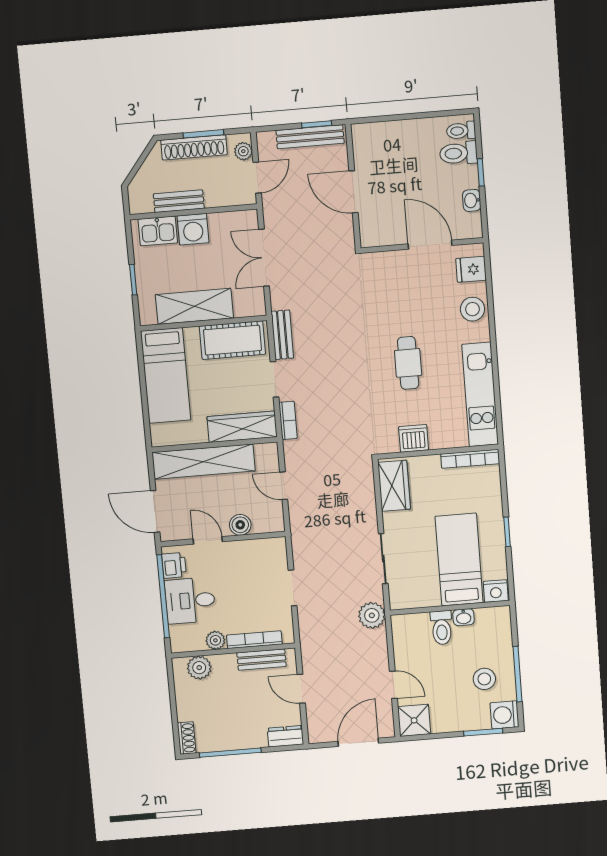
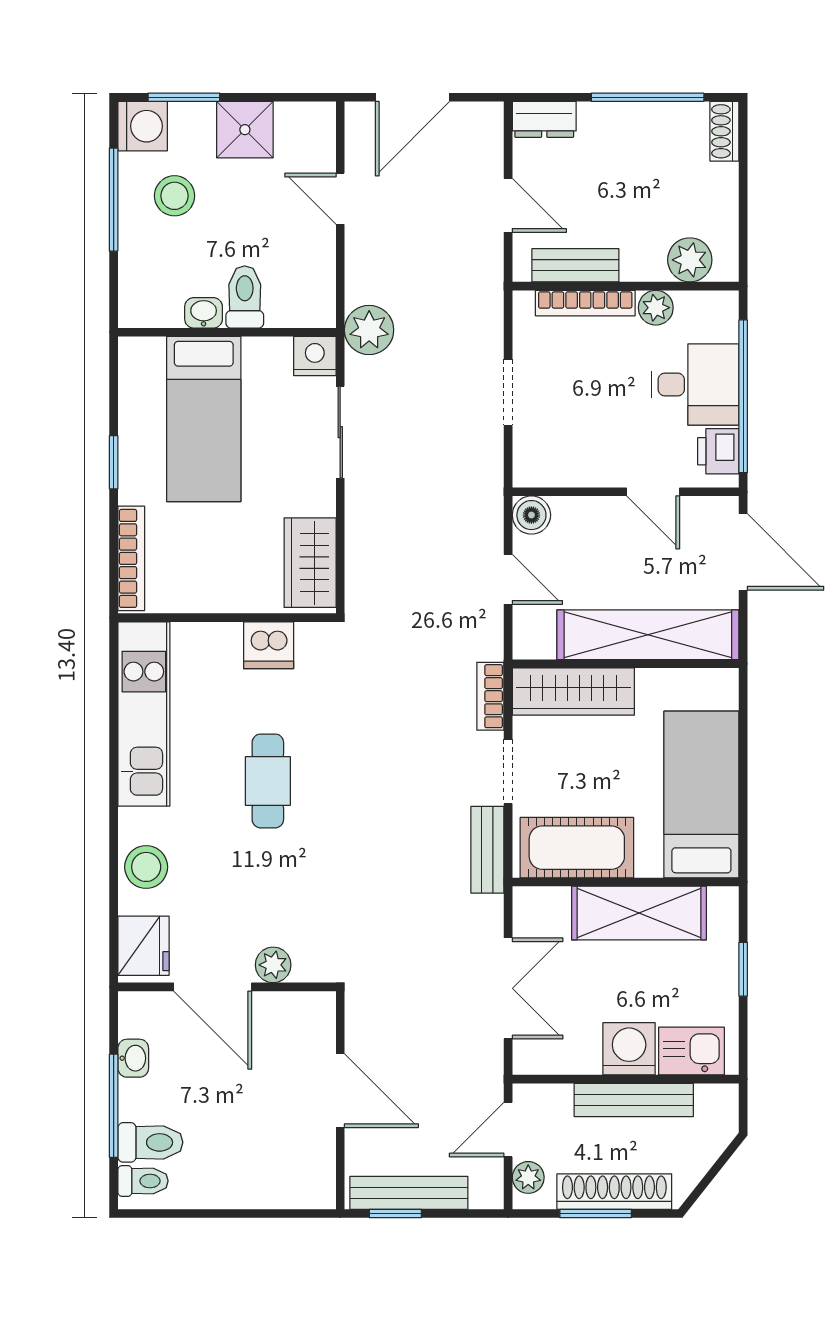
window: (481, 172) -> (114, 1106), width x2.17
bench: (179, 201) -> (634, 1100), width x1.36
plant: (397, 260) -> (273, 965), added
fridge: (471, 269) -> (143, 946), width x1.38
bookcase: (470, 459) -> (131, 558), moved, turned 90
boiler: (240, 525) -> (531, 515), moved
nightstand: (496, 591) -> (315, 356), moved
shower: (414, 720) -> (245, 130), moved

